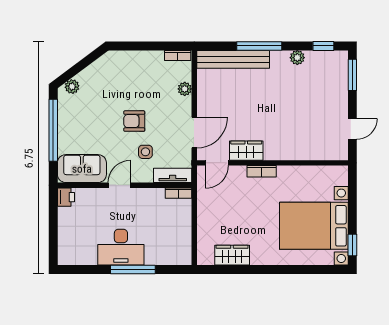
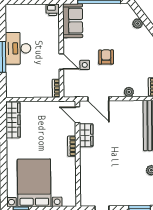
plant: (72, 87) -> (138, 24), moved
tv unit: (173, 175) -> (68, 84), removed
door: (119, 185) -> (61, 62), moved
wardrobe: (232, 255) -> (13, 120), width x1.50

